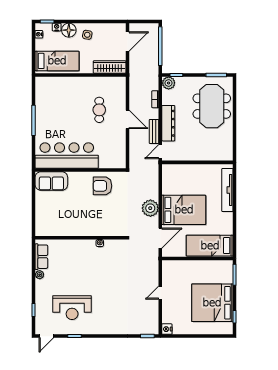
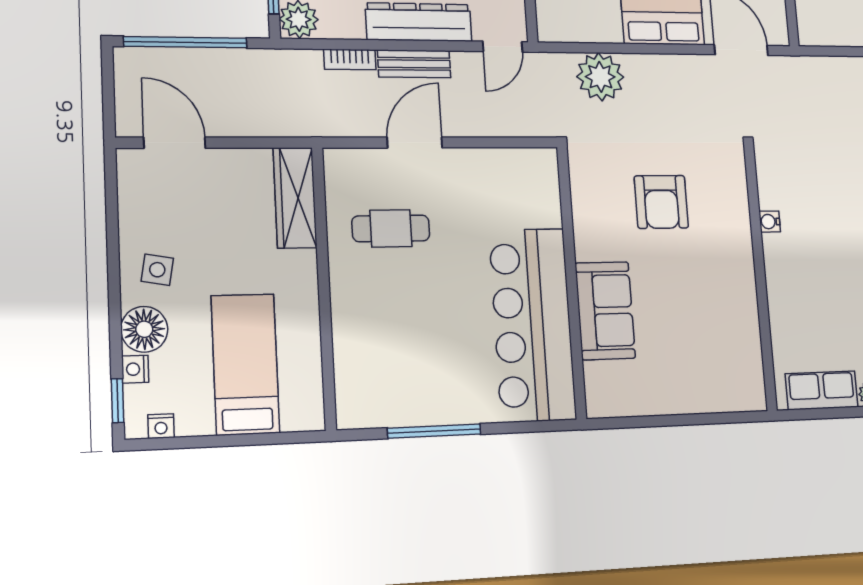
wardrobe: (110, 67) -> (295, 198), moved
wall: (81, 75) -> (324, 287), moved
bench: (154, 131) -> (414, 64), moved
door: (160, 152) -> (503, 47), hinge flipped
sofa: (51, 181) -> (605, 311), moved
armchair: (102, 186) -> (661, 202), moved
plant: (150, 208) -> (600, 77), moved

